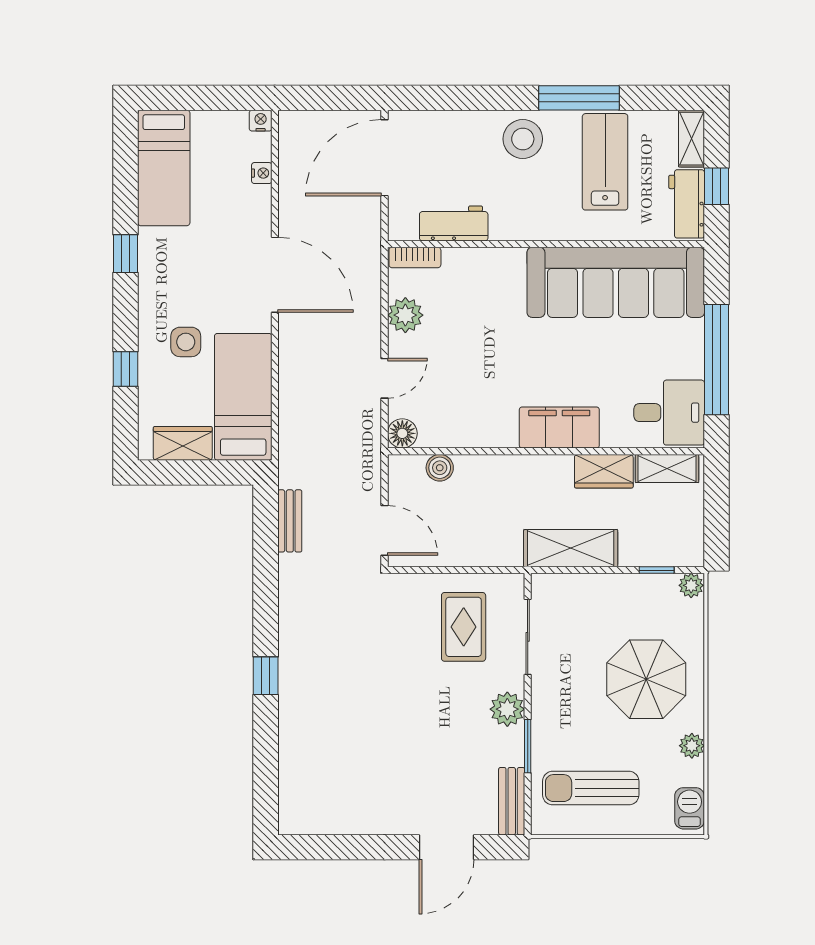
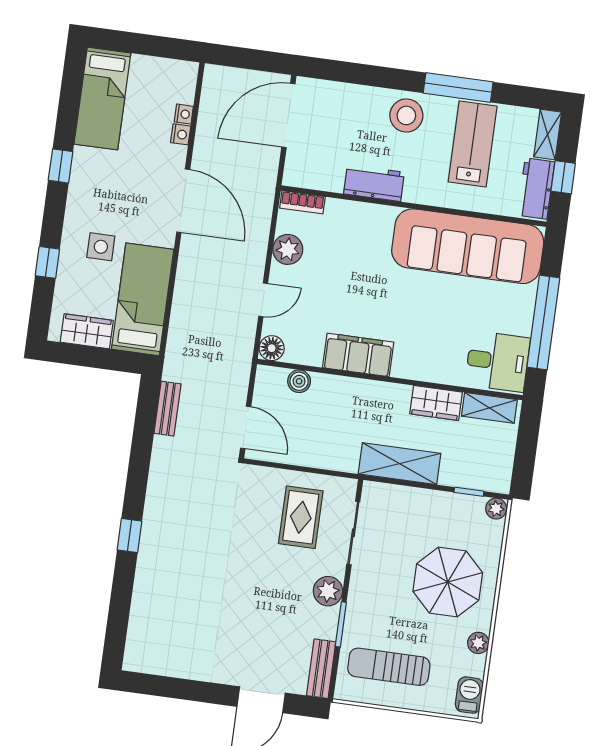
nightstand: (261, 121) -> (181, 134), moved, turned 90
workbench: (454, 223) -> (374, 183), moved
filing cabinet: (559, 428) -> (358, 355), moved

